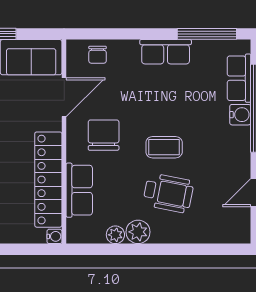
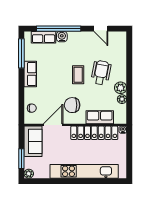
door: (64, 97) -> (53, 125), hinge flipped

